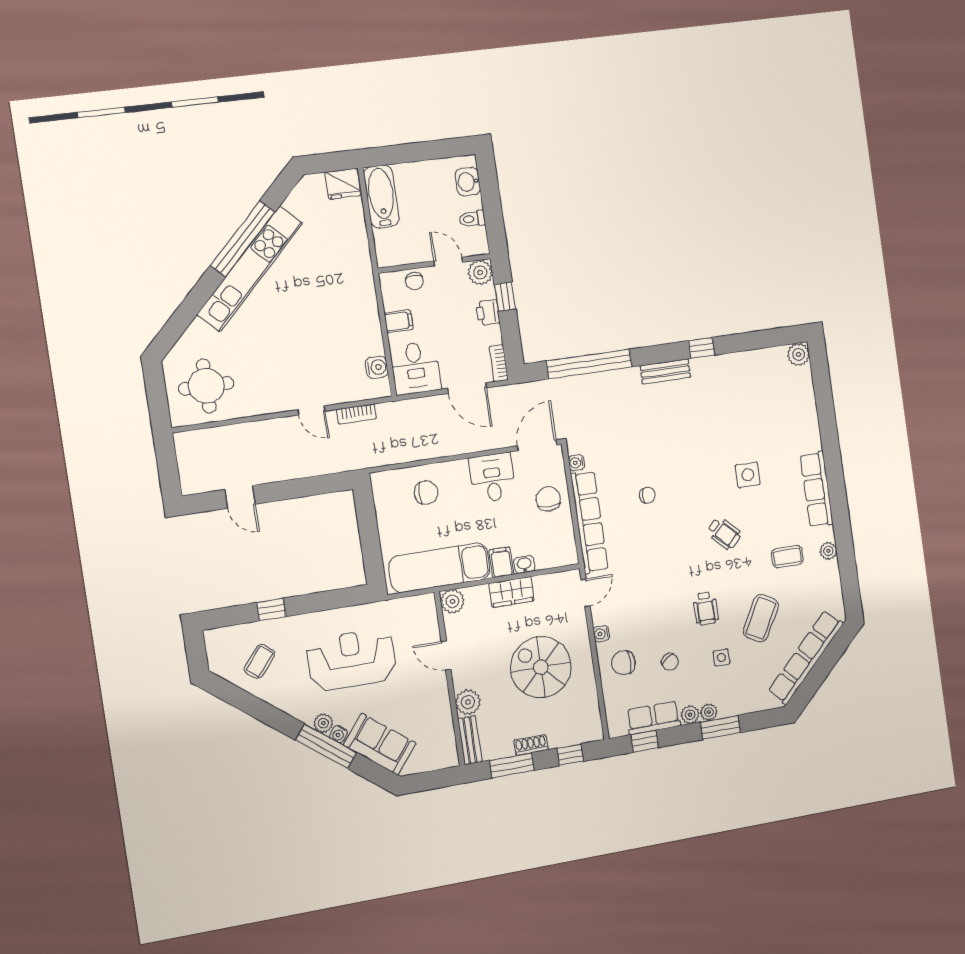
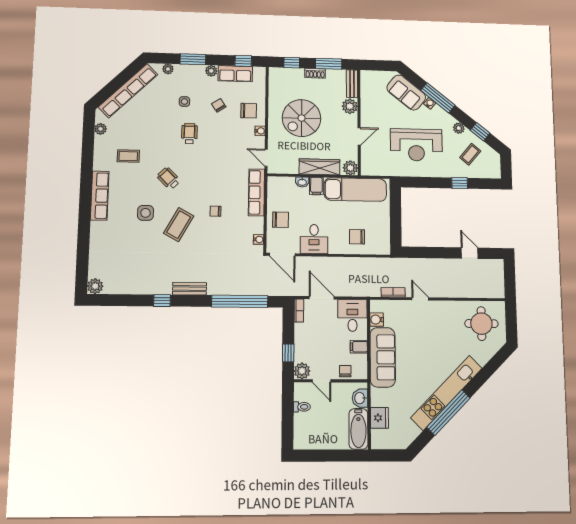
washbasin: (468, 182) -> (360, 398), moved, turned 180
fridge: (343, 184) -> (379, 418), moved, turned 90
sofa: (359, 310) -> (383, 357), added
printer: (488, 312) -> (301, 344), removed
door: (537, 445) -> (282, 255), hinge flipped
chair: (548, 499) -> (281, 220), turned -90
row of seats: (589, 522) -> (256, 192), width x0.73
plant: (828, 551) -> (101, 129), moved
wardrobe: (512, 592) -> (320, 167), width x1.50
door: (585, 593) -> (266, 158), hinge flipped
coffee table: (761, 618) -> (179, 225), moved
door: (446, 655) -> (359, 136), hinge flipped
spiral stairs: (541, 667) -> (302, 118), turned 90
window: (248, 703) -> (480, 132), added
plant: (709, 712) -> (168, 69), moved
plant: (323, 723) -> (459, 128), moved

